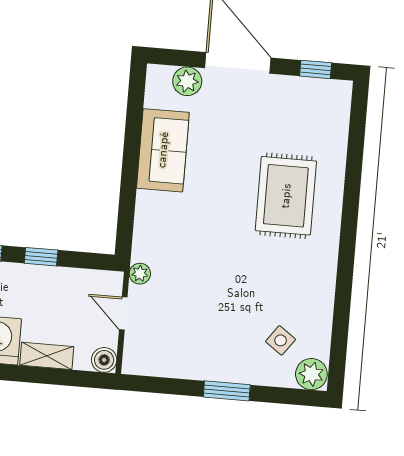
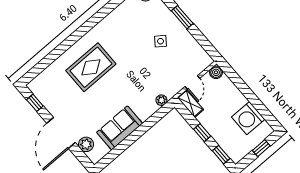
plant: (140, 274) -> (161, 100), moved
side table: (281, 340) -> (161, 41), moved
shelving: (47, 356) -> (190, 104), moved

